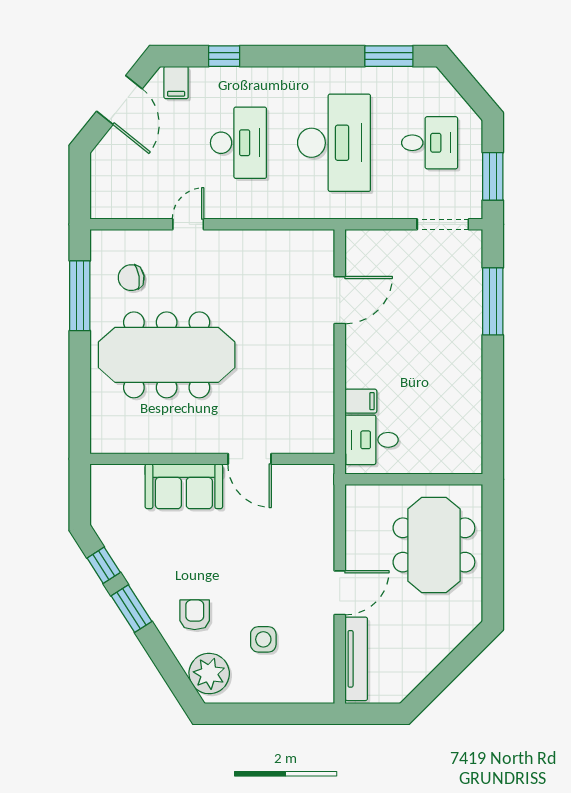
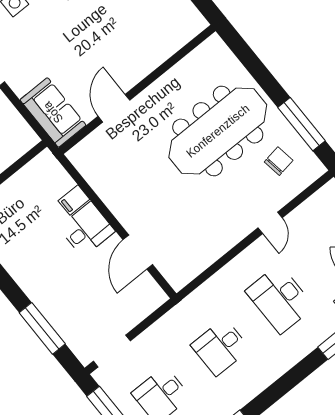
desk: (334, 143) -> (220, 347), width x0.53, depth x0.77
desk: (372, 440) -> (87, 229), moved
door: (250, 459) -> (114, 108), hinge flipped
sofa: (184, 486) -> (53, 112), moved, turned 90

